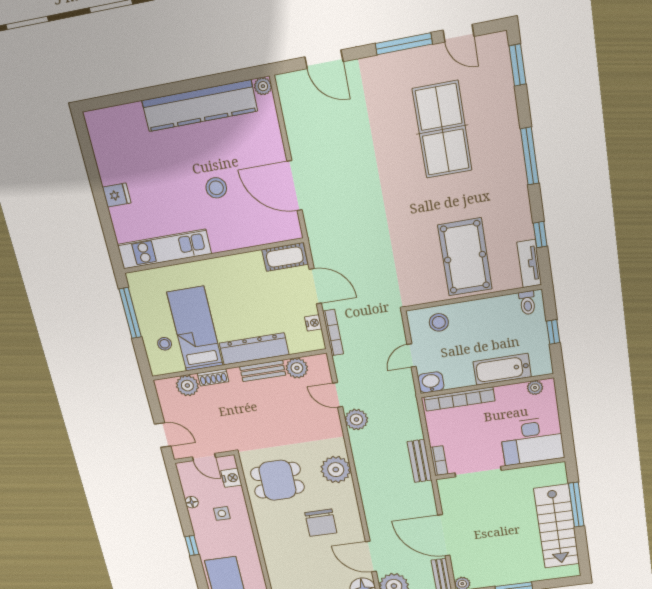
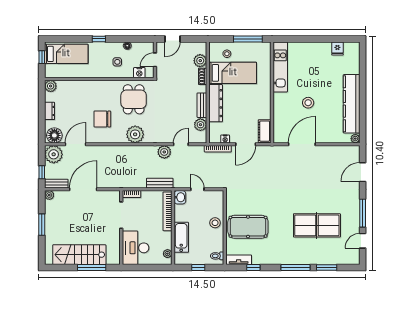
window: (518, 65) -> (327, 267), moved
fridge: (117, 195) -> (337, 48), moved
stool: (439, 322) -> (215, 223), moved
bench: (420, 461) -> (160, 183), moved

